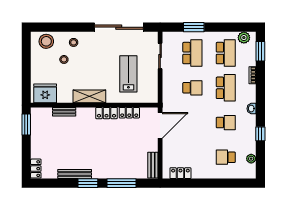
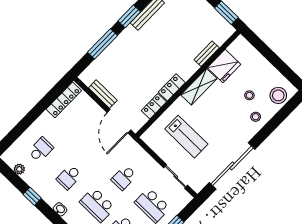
fridge: (45, 93) -> (224, 66), moved
bench: (153, 165) -> (103, 94), moved
locker: (180, 173) -> (64, 100), width x1.53

